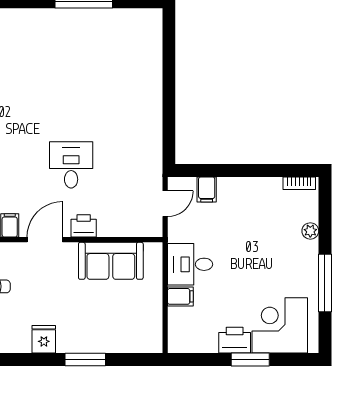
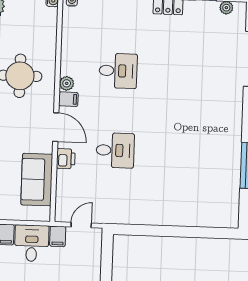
filing cabinet: (207, 189) -> (58, 236), moved, turned -90
door: (165, 204) -> (81, 225), swing flipped

